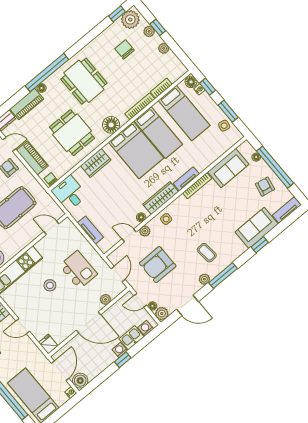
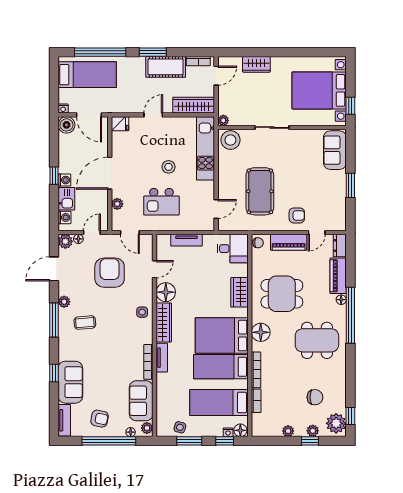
floor lamp: (141, 217) -> (166, 292), width x1.89, depth x1.89
plant: (145, 231) -> (147, 428), moved

